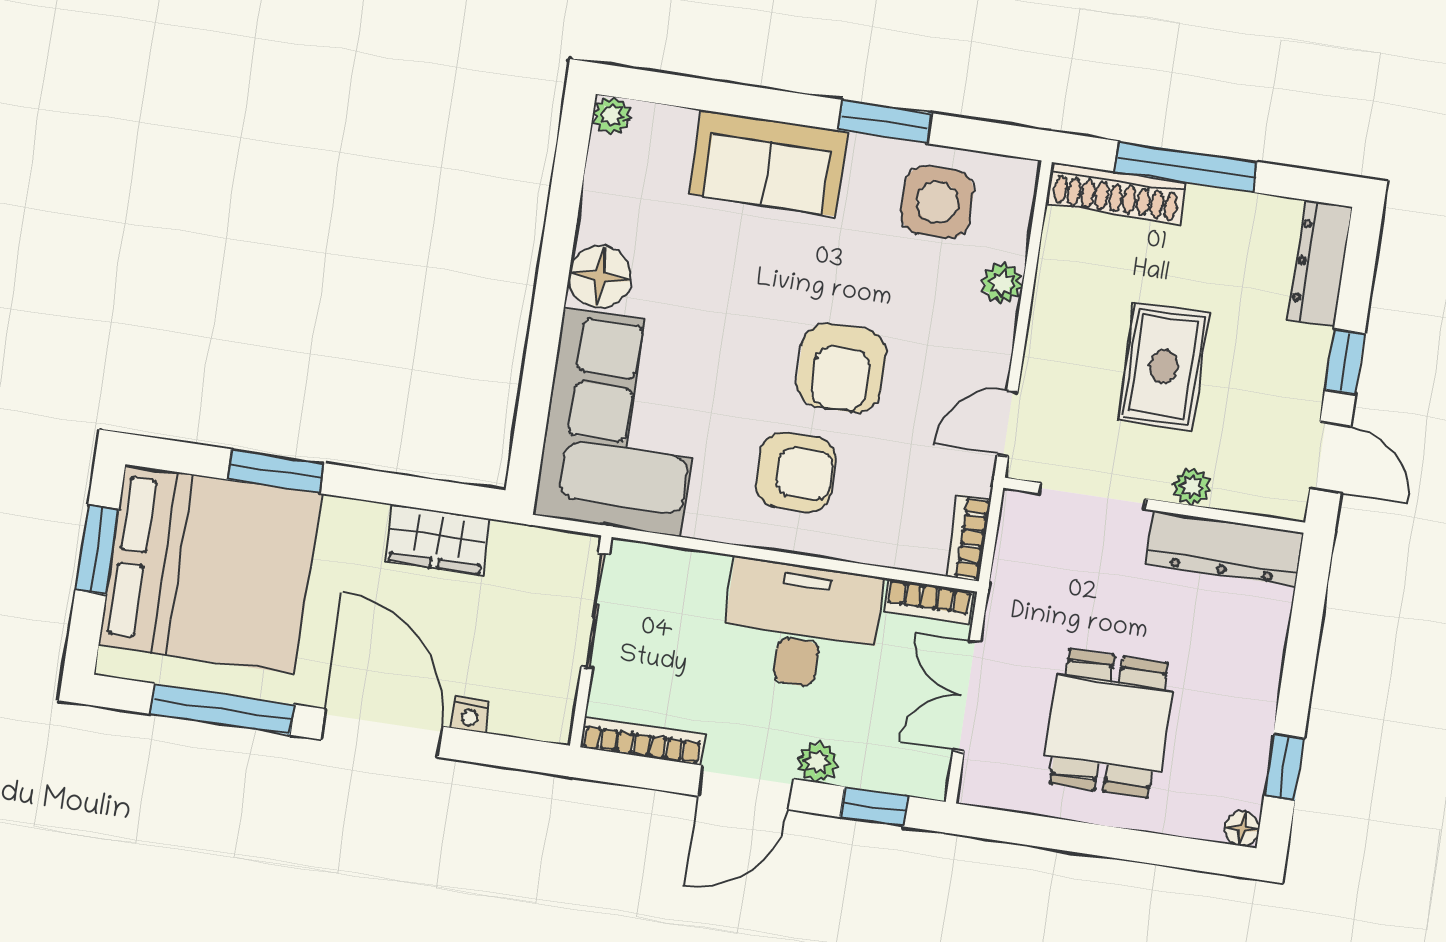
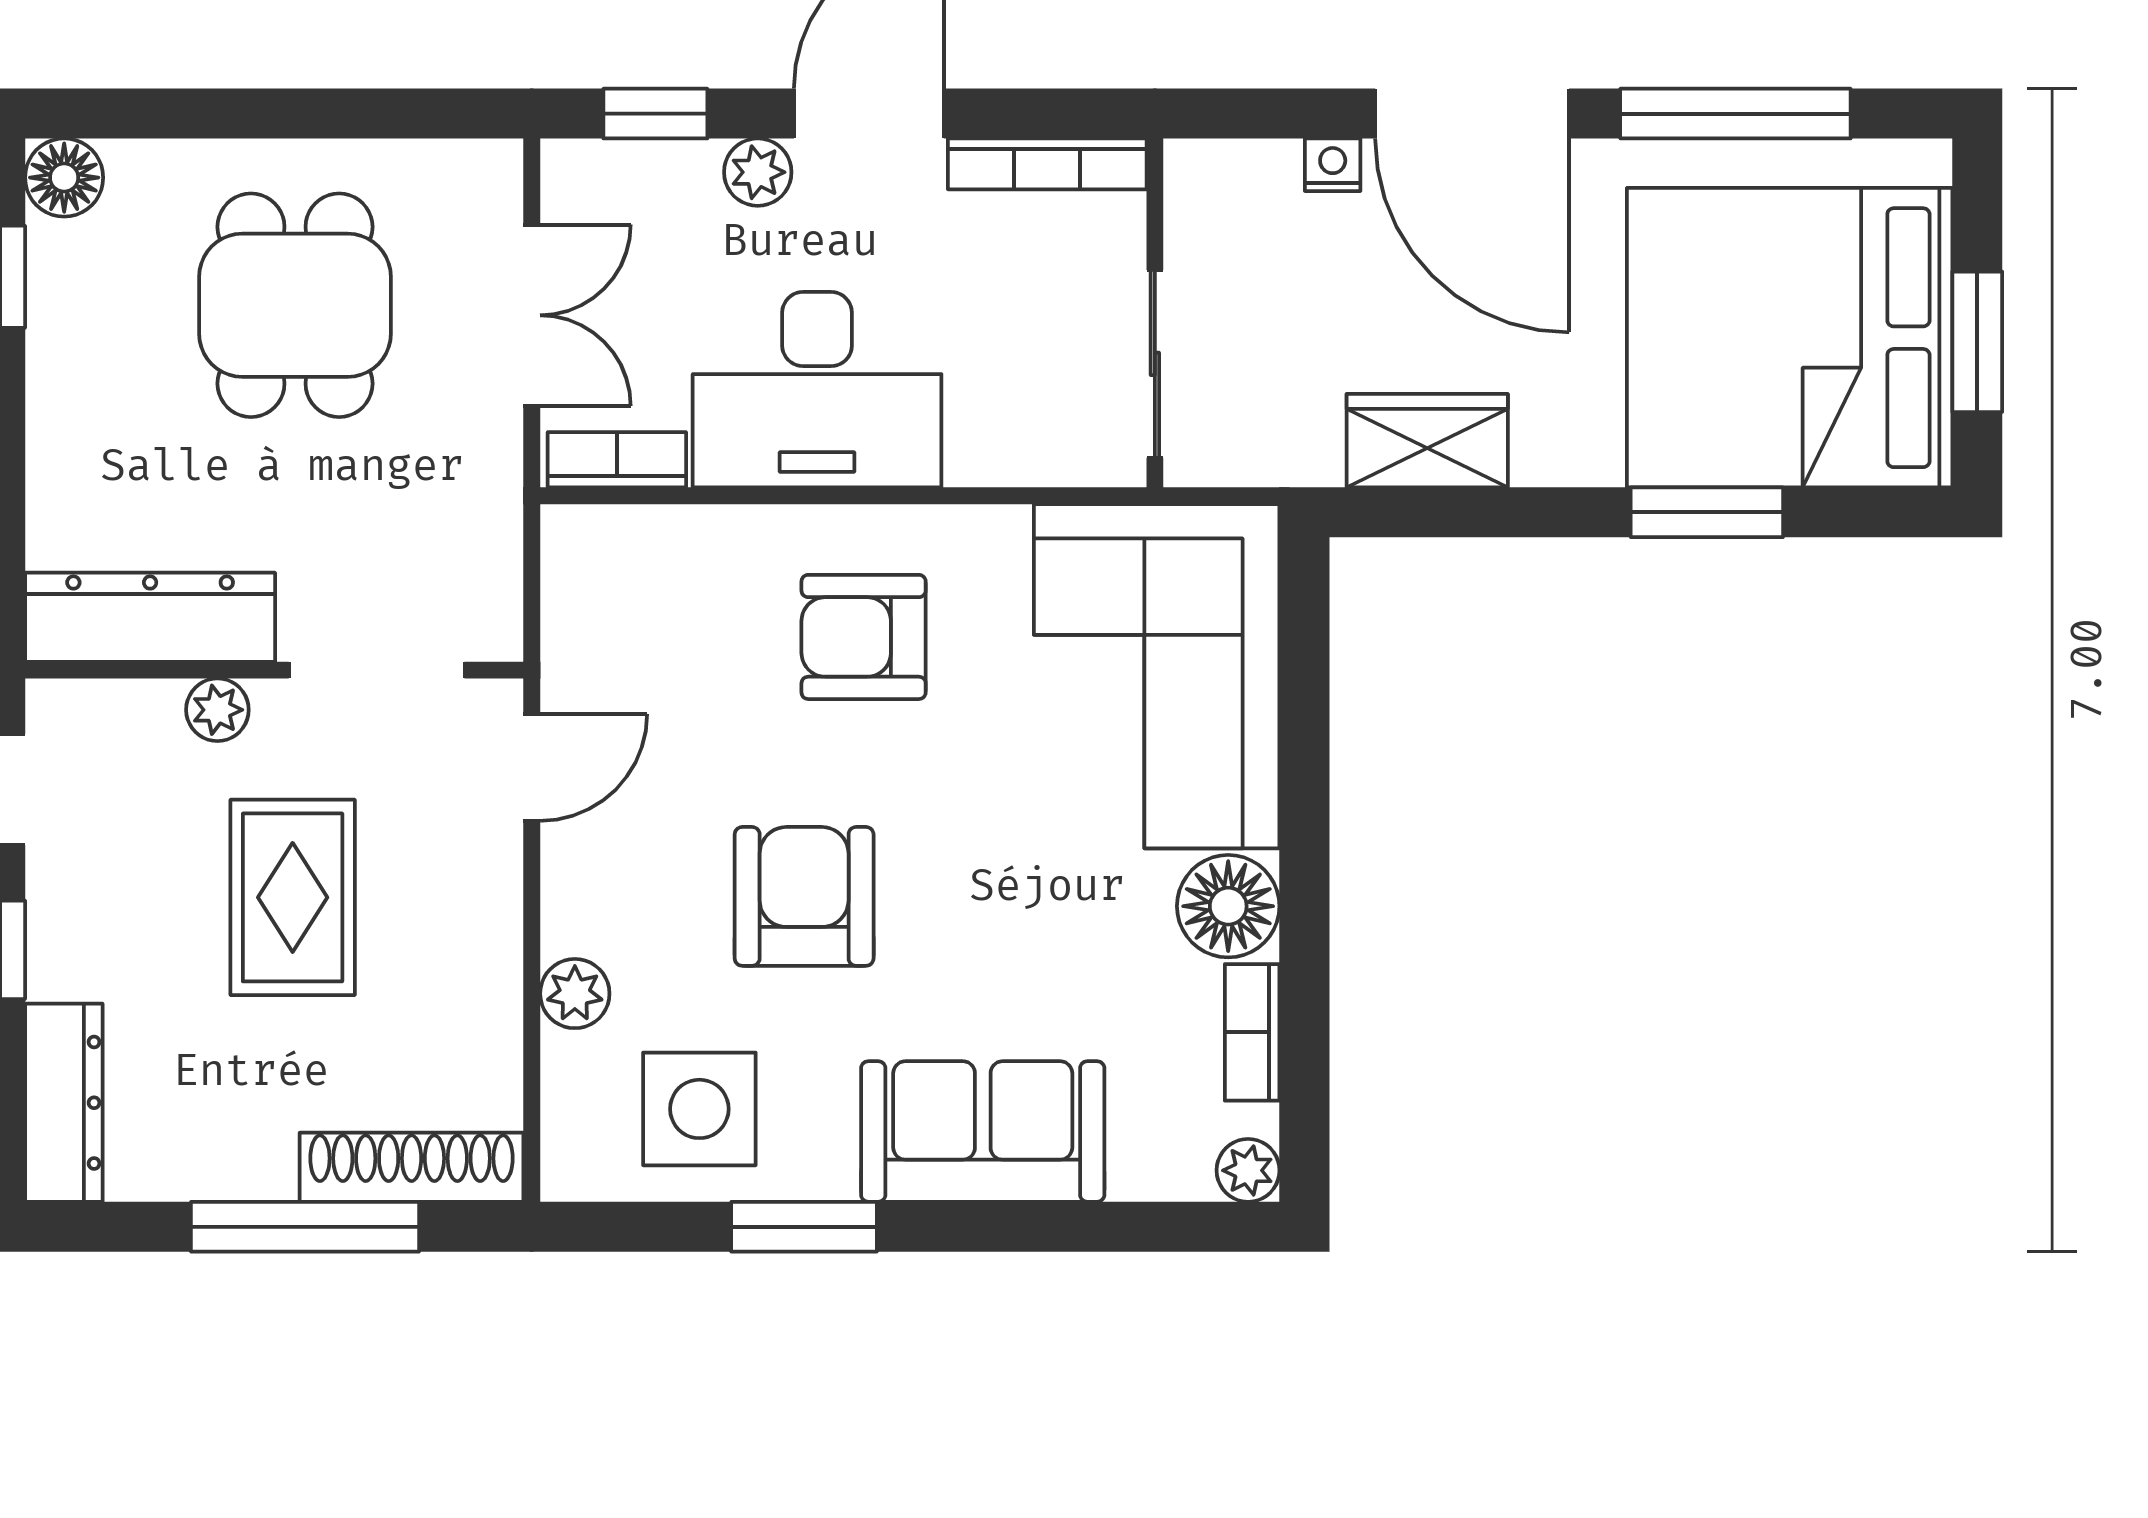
armchair: (842, 368) -> (804, 896), moved
bookcase: (968, 538) -> (1252, 1032), moved, turned 180
floor lamp: (1242, 829) -> (64, 178), width x1.37, depth x1.37

